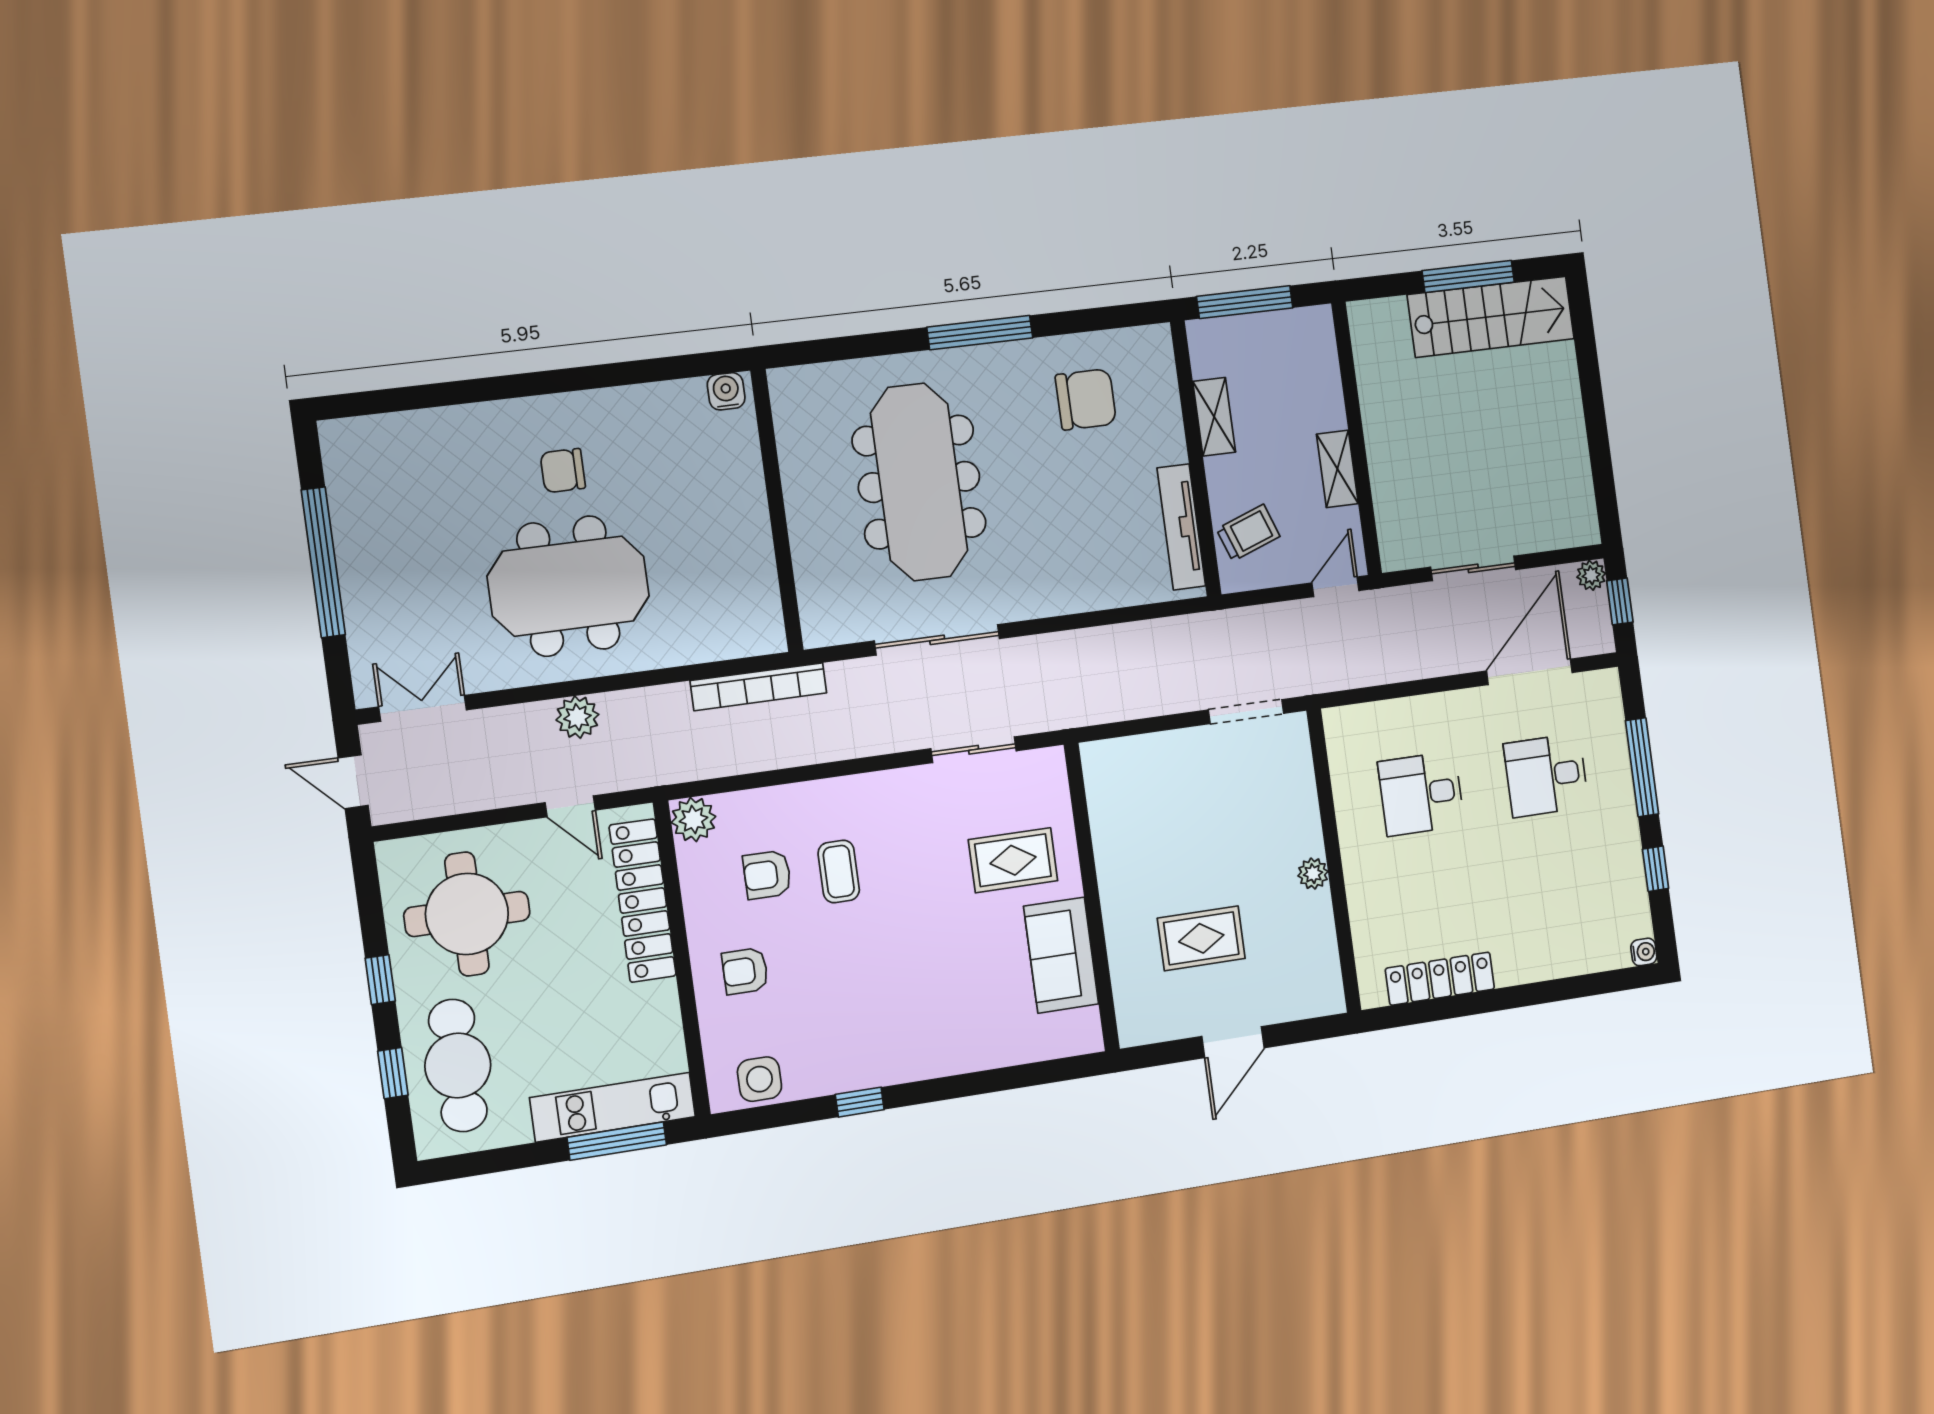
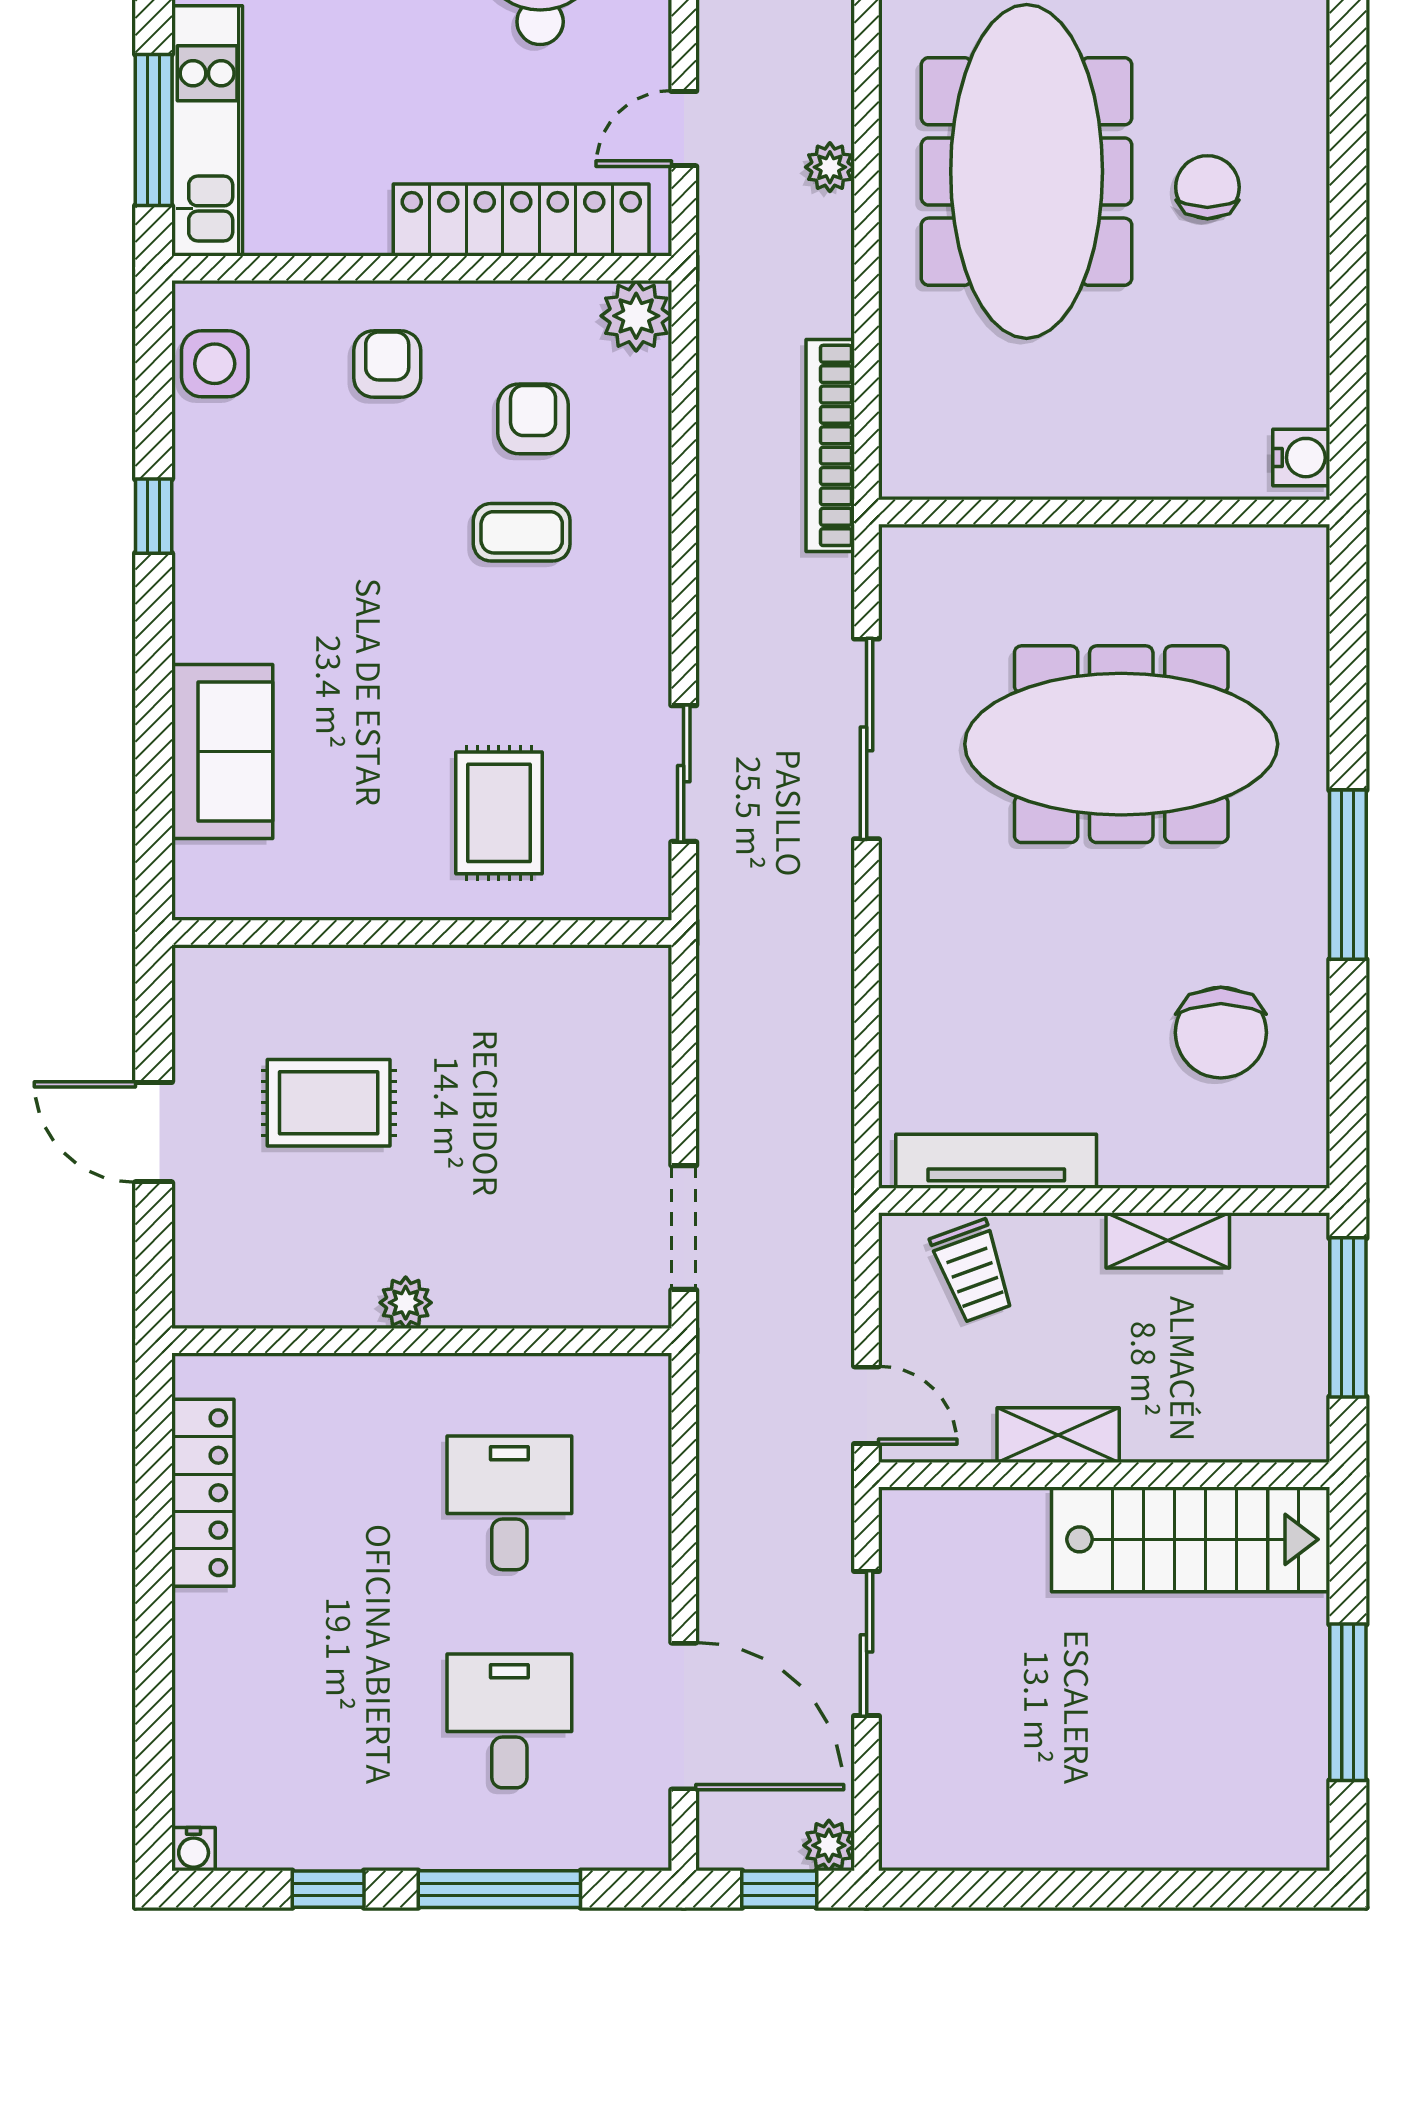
stairs: (1491, 317) -> (1191, 1539), moved, turned -90
meeting table: (568, 586) -> (1027, 171), width x1.36
plant: (577, 717) -> (830, 167), width x0.73, depth x0.73
rug: (1201, 938) -> (329, 1103), turned 90
sofa: (1061, 955) -> (222, 752), moved, turned 90

